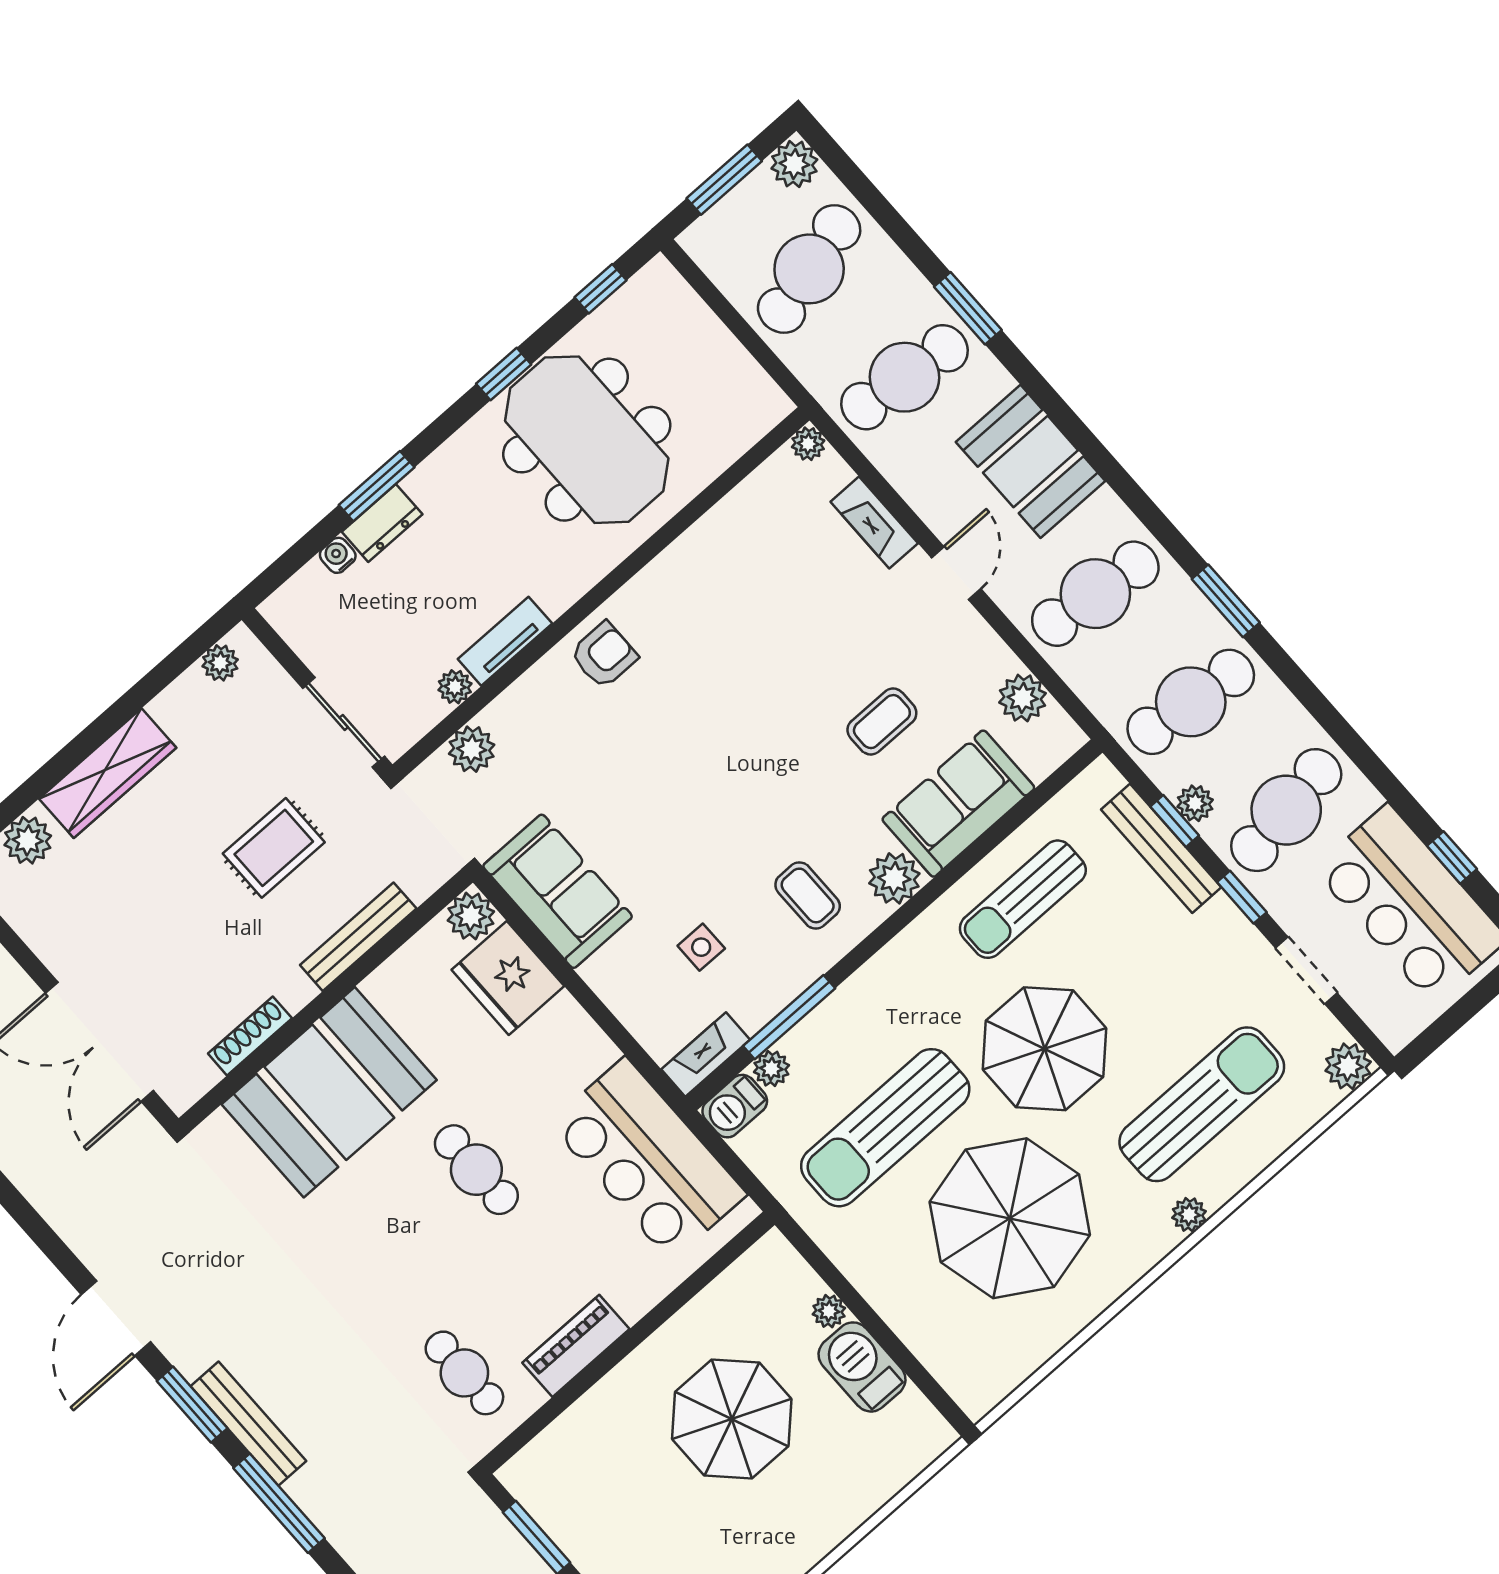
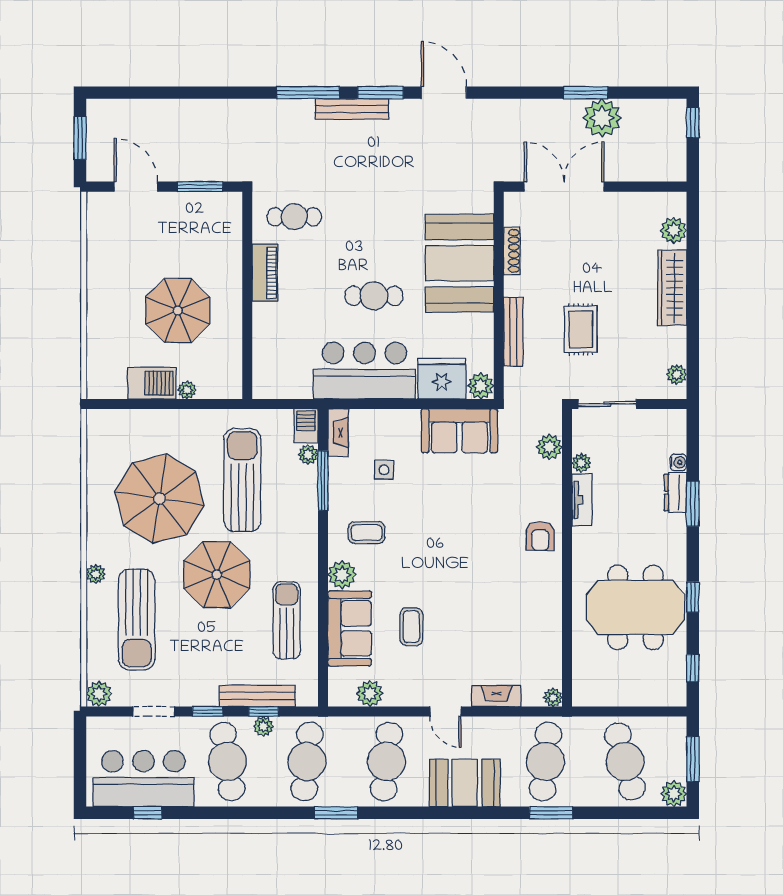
bar counter: (648, 1159) -> (365, 371), moved

